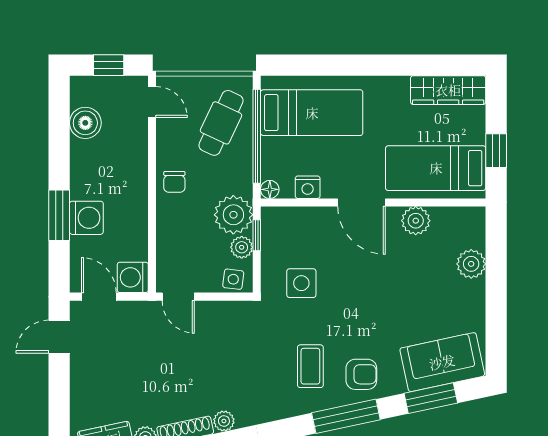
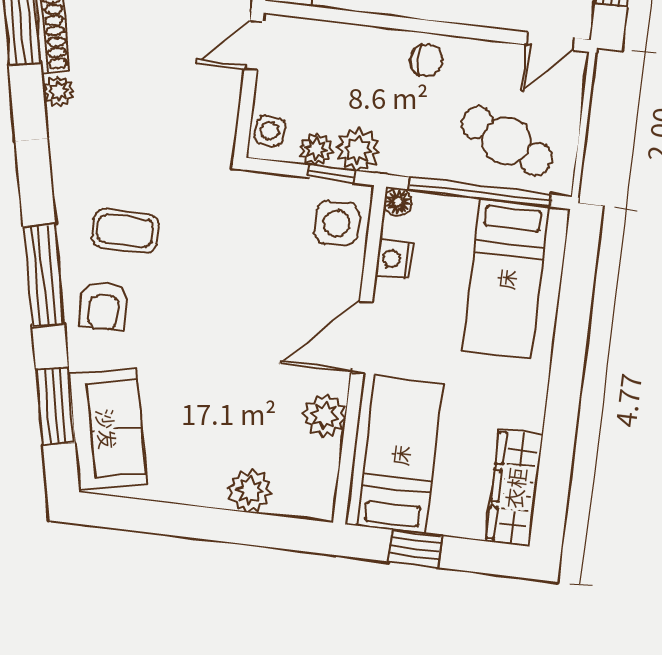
chair: (174, 182) -> (426, 60), turned 180
plant: (233, 215) -> (358, 150), width x0.73, depth x0.73
side table: (301, 283) -> (337, 223), moved

